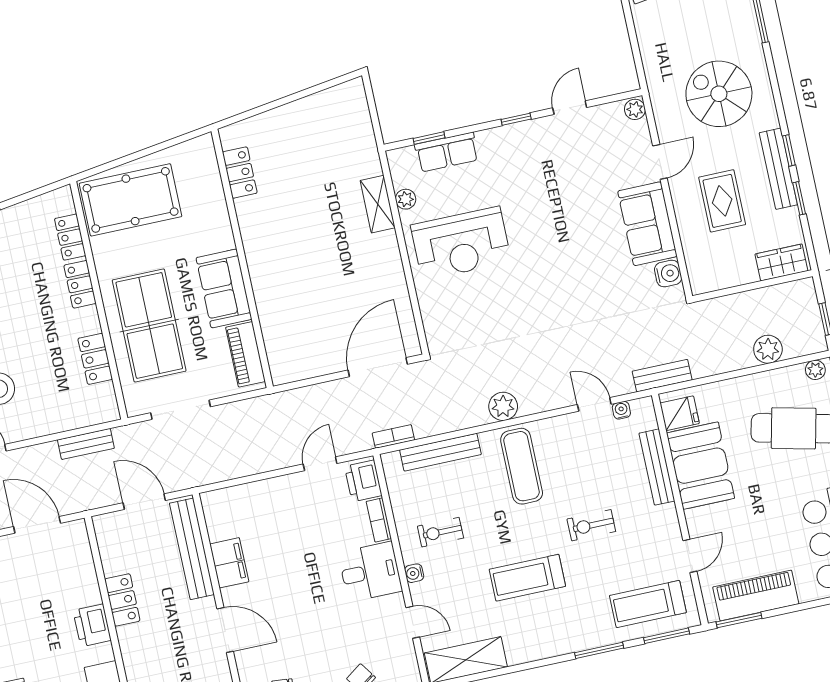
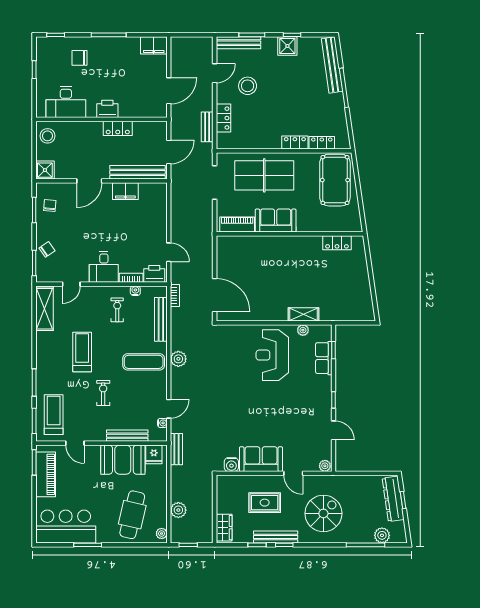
locker: (95, 359) -> (223, 118), moved, turned 90
water cooler: (414, 573) -> (135, 291), moved

